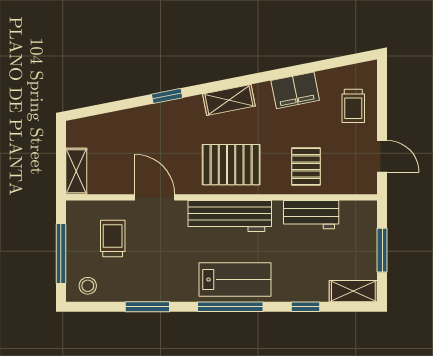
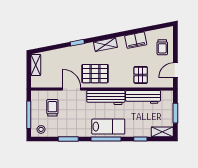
door: (382, 156) -> (175, 70), swing flipped
pallet: (231, 165) -> (95, 74), moved
shelving: (76, 171) -> (36, 65), moved
workbench: (311, 215) -> (143, 97), width x1.38

